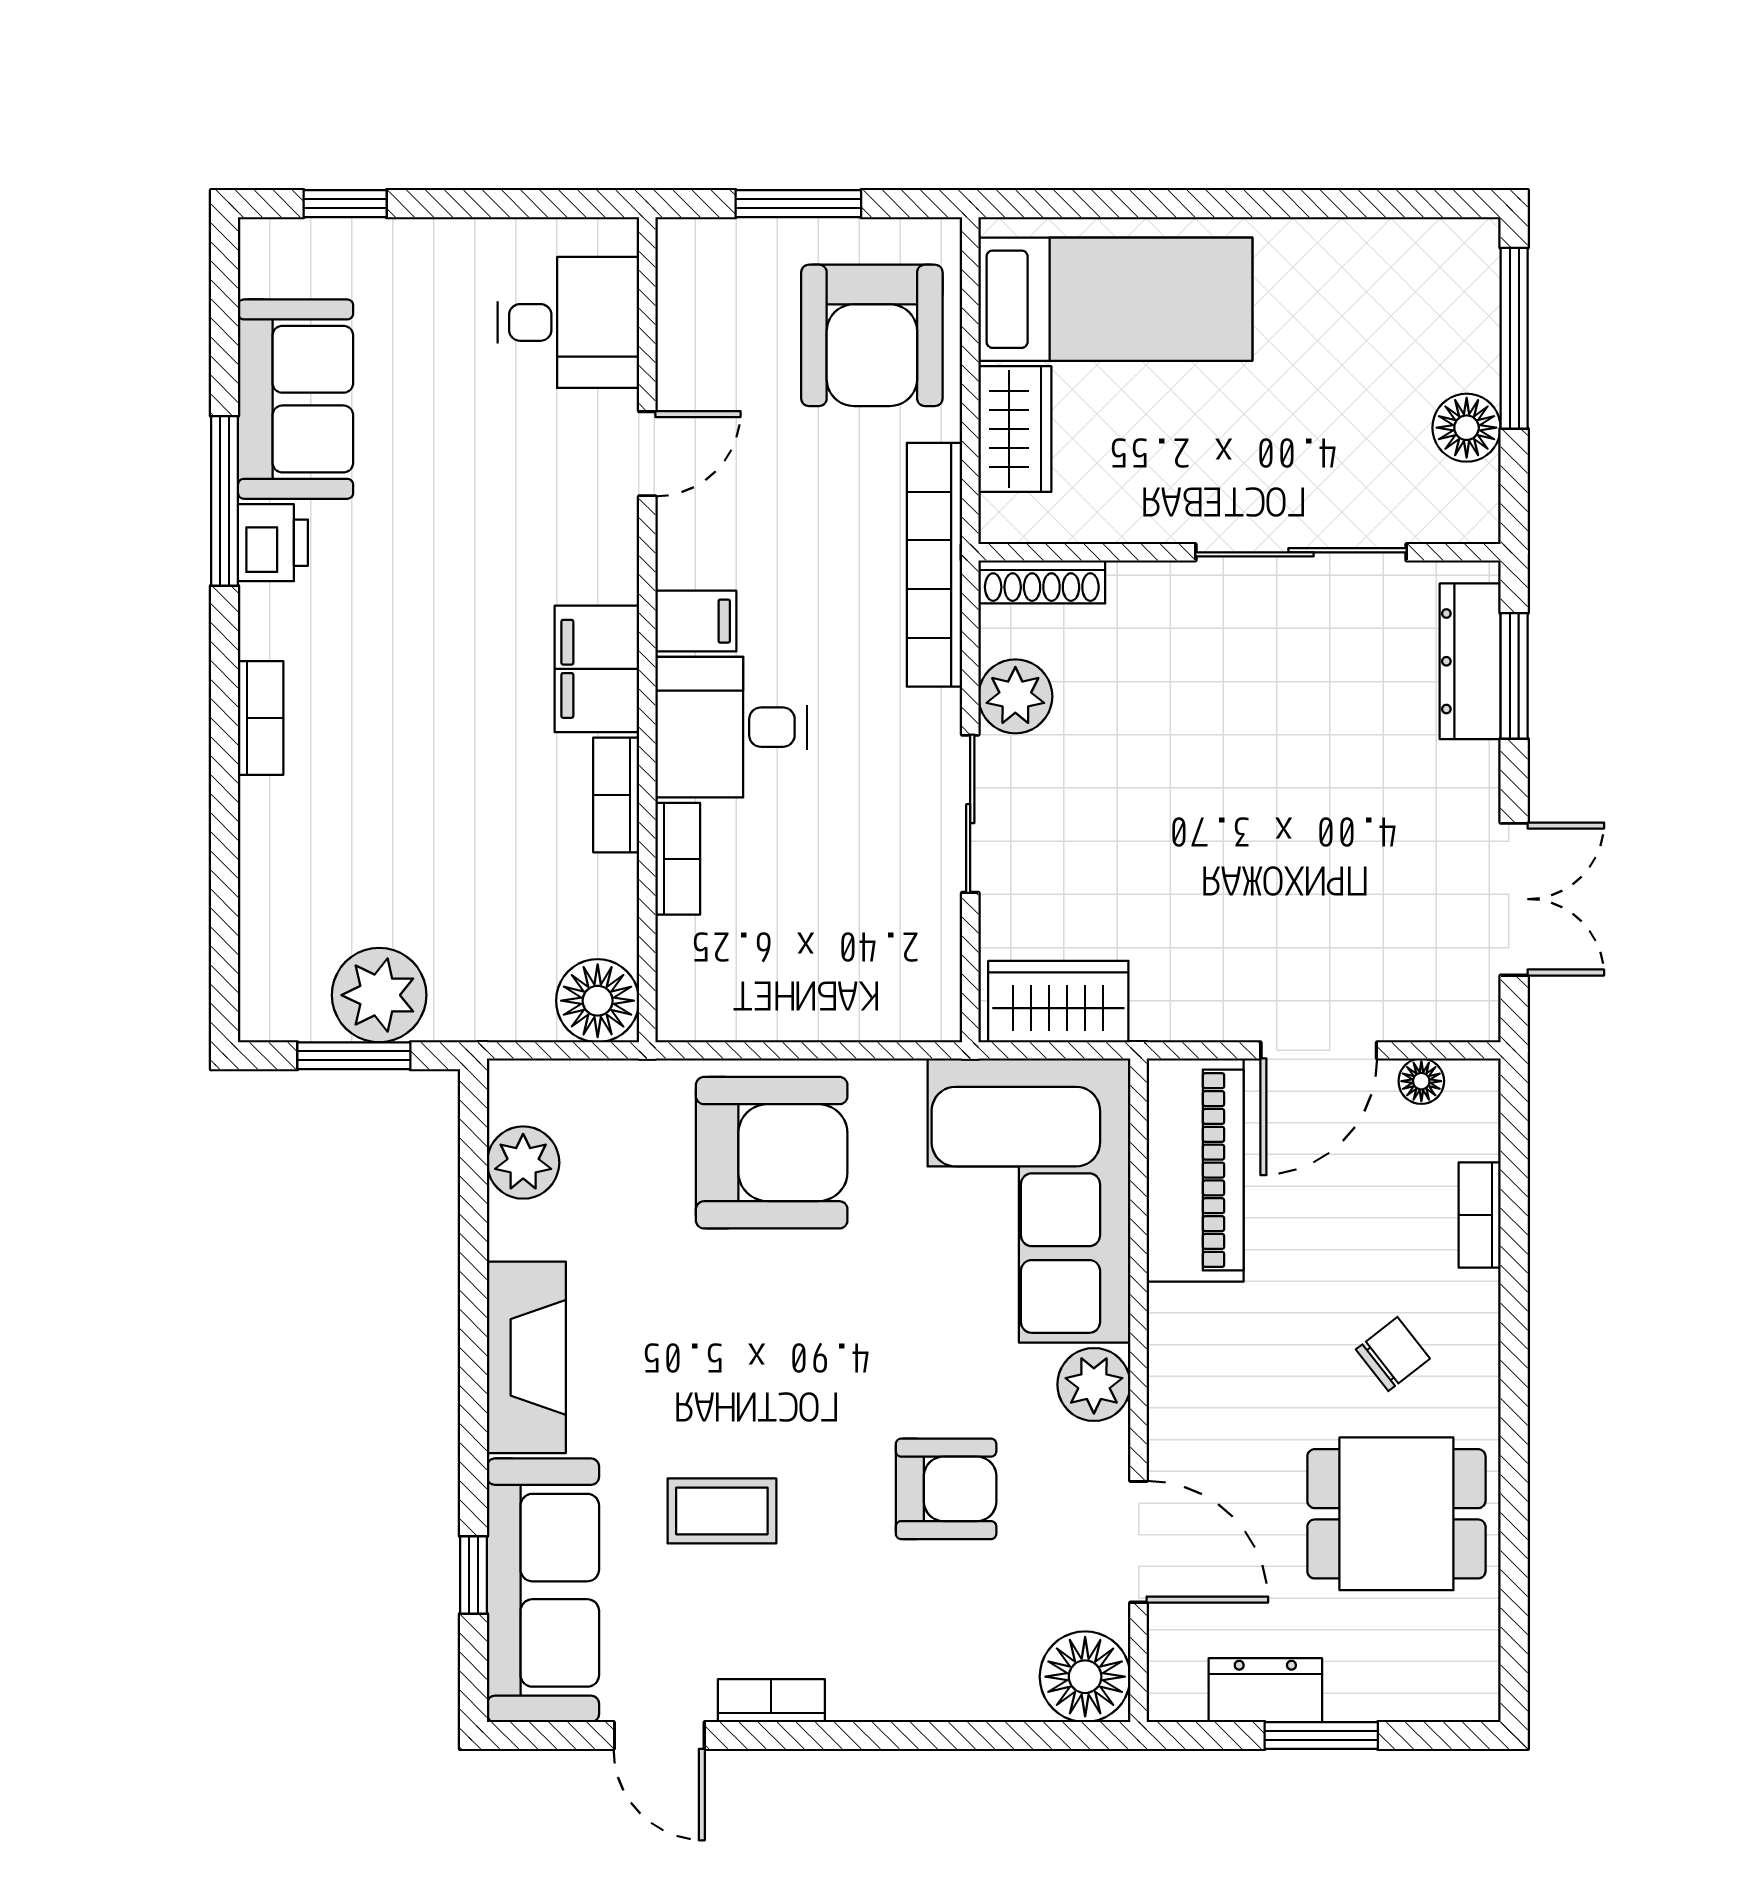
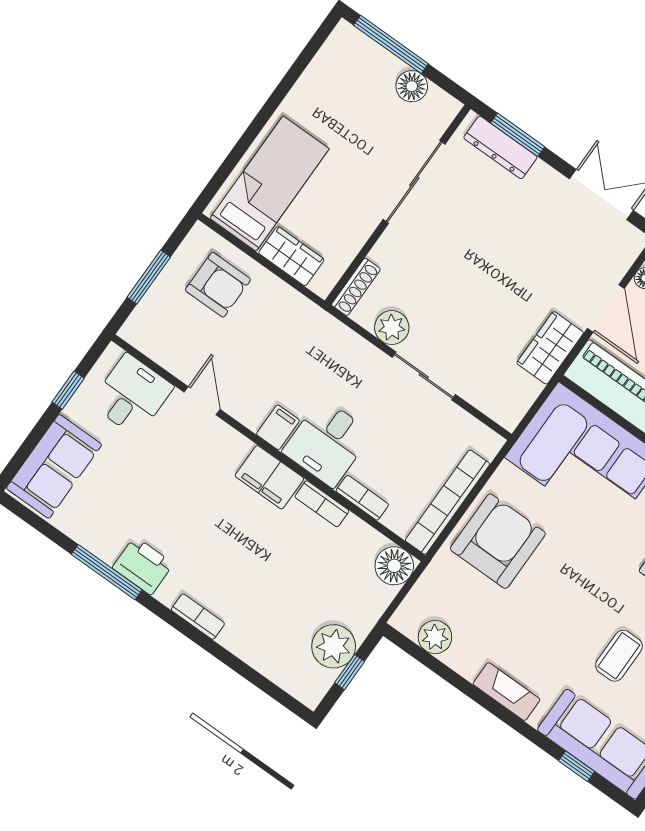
window: (345, 204) -> (68, 390), moved
armchair: (872, 335) -> (218, 285), width x0.73, depth x0.73
sofa: (296, 399) -> (54, 466), moved, turned 90
printer: (273, 543) -> (143, 566), width x1.36, depth x1.24
bookcase: (934, 565) -> (447, 502), moved, turned 90
wardrobe: (1058, 1002) -> (550, 348), moved
window: (354, 1056) -> (350, 672), width x0.67
fireplace: (526, 1357) -> (506, 692), width x0.73, depth x0.76

